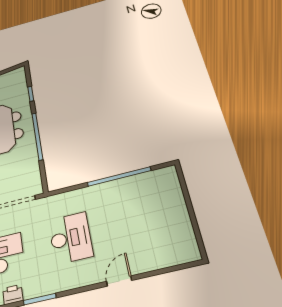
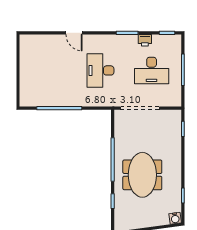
door: (119, 281) -> (74, 33), hinge flipped

